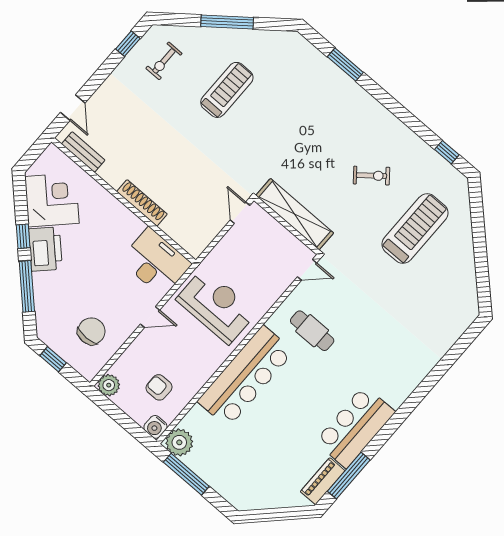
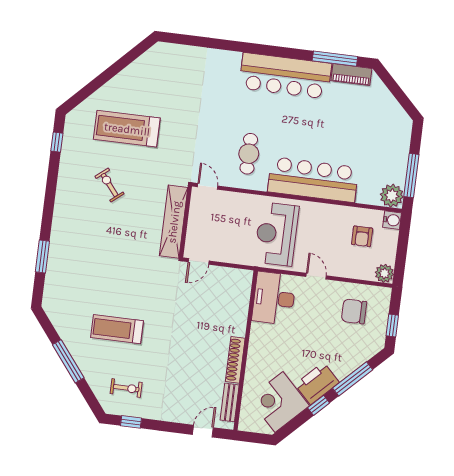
shoe rack: (142, 203) -> (235, 360), moved
bar counter: (355, 427) -> (285, 76), width x1.36

